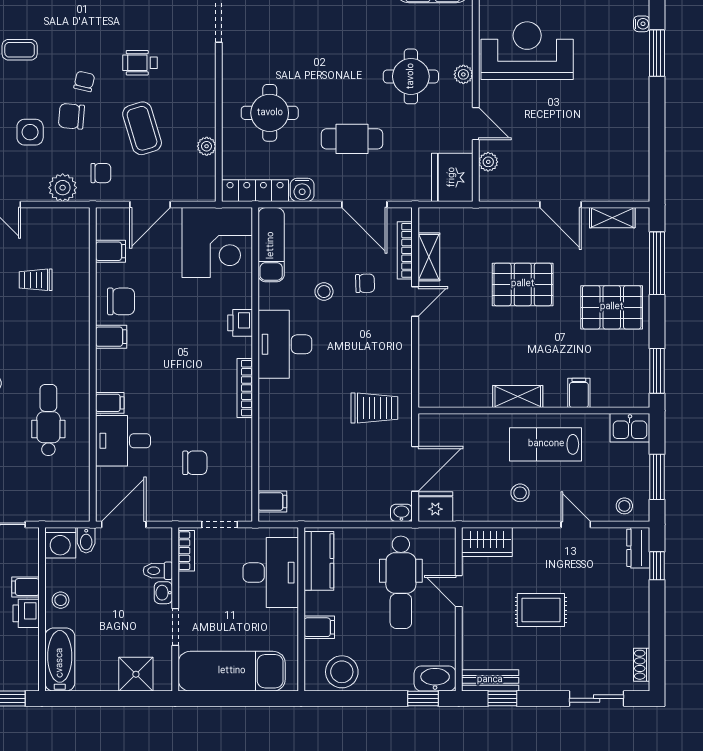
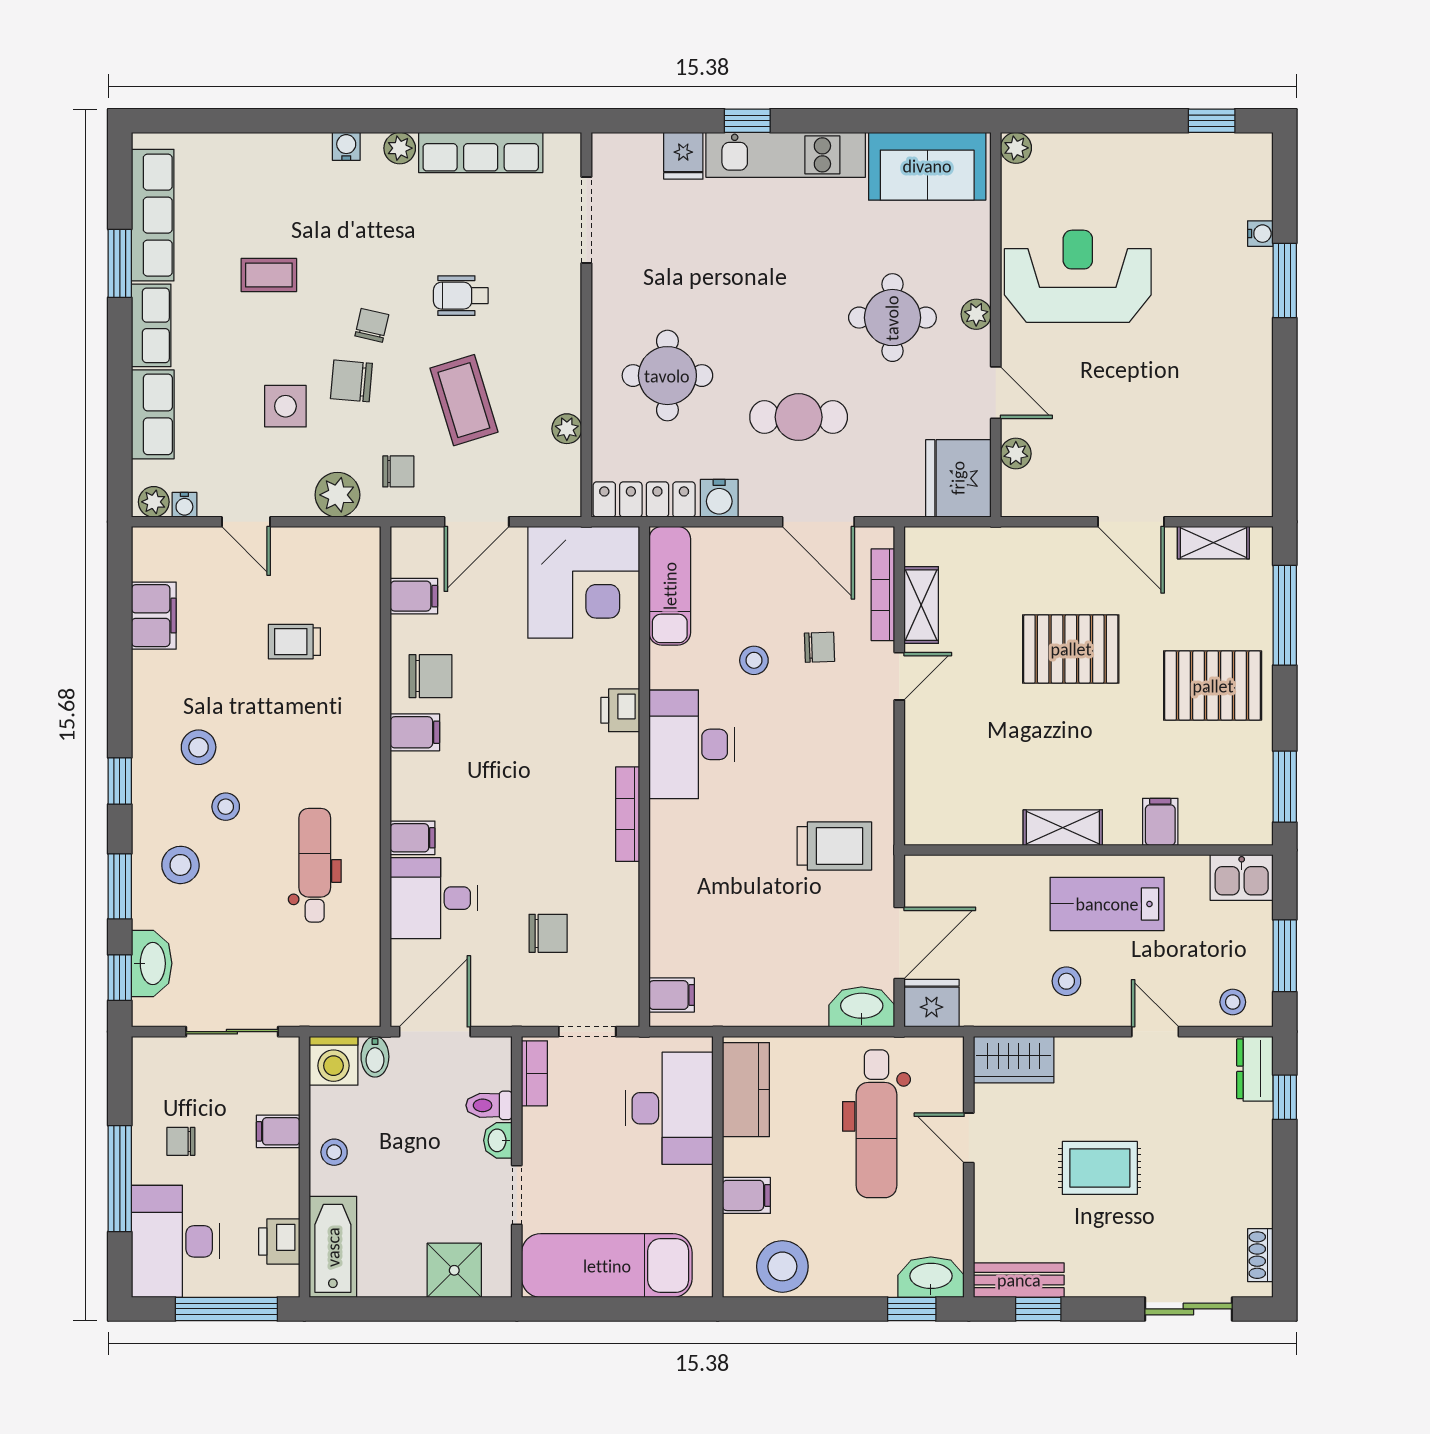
washbasin: (401, 513) -> (862, 1007), width x1.91, depth x1.45
printer: (26, 613) -> (279, 1241), moved

